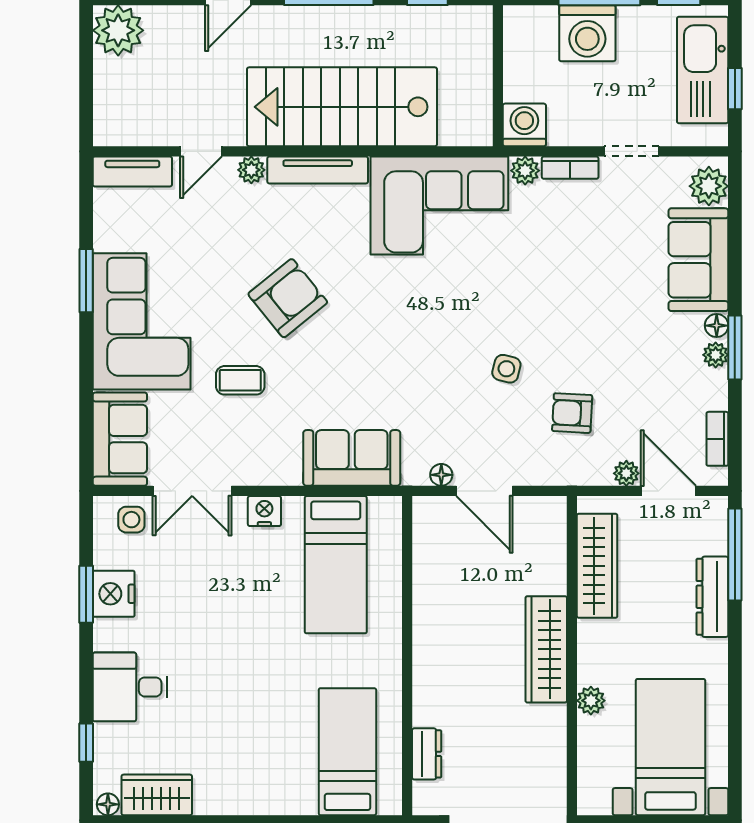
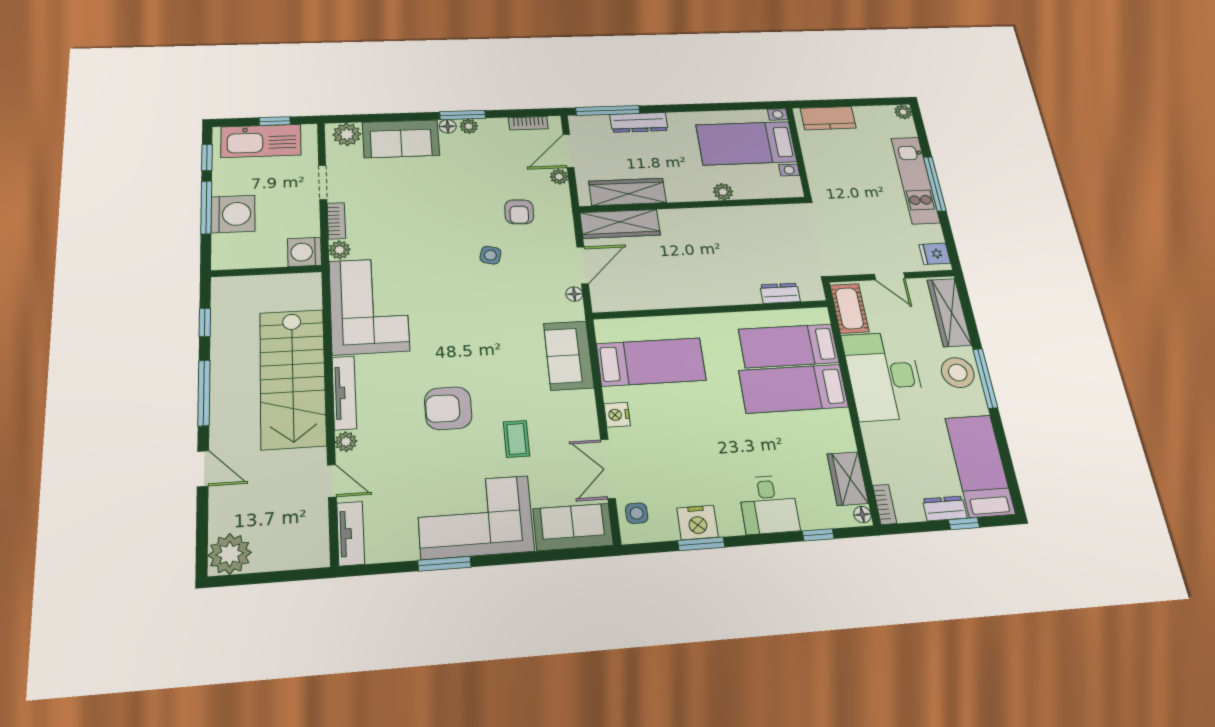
armchair: (288, 298) -> (448, 408), turned -51
double door: (192, 491) -> (608, 469), swing flipped
wardrobe: (546, 649) -> (620, 224), moved
bed: (285, 747) -> (793, 389), added

